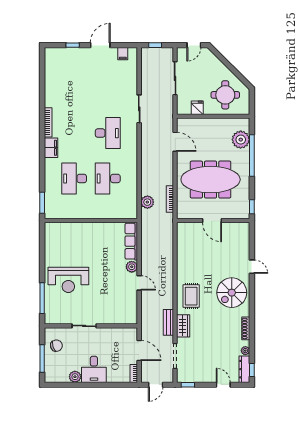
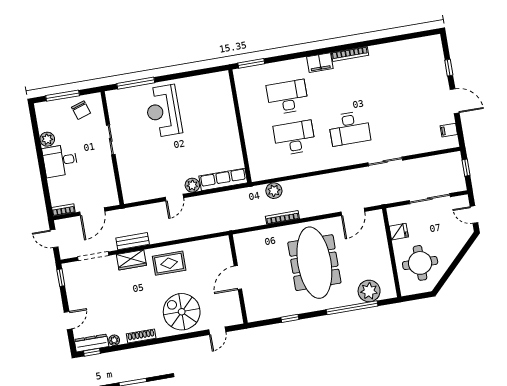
door: (212, 221) -> (238, 278), moved
wall: (213, 221) -> (238, 279), moved

